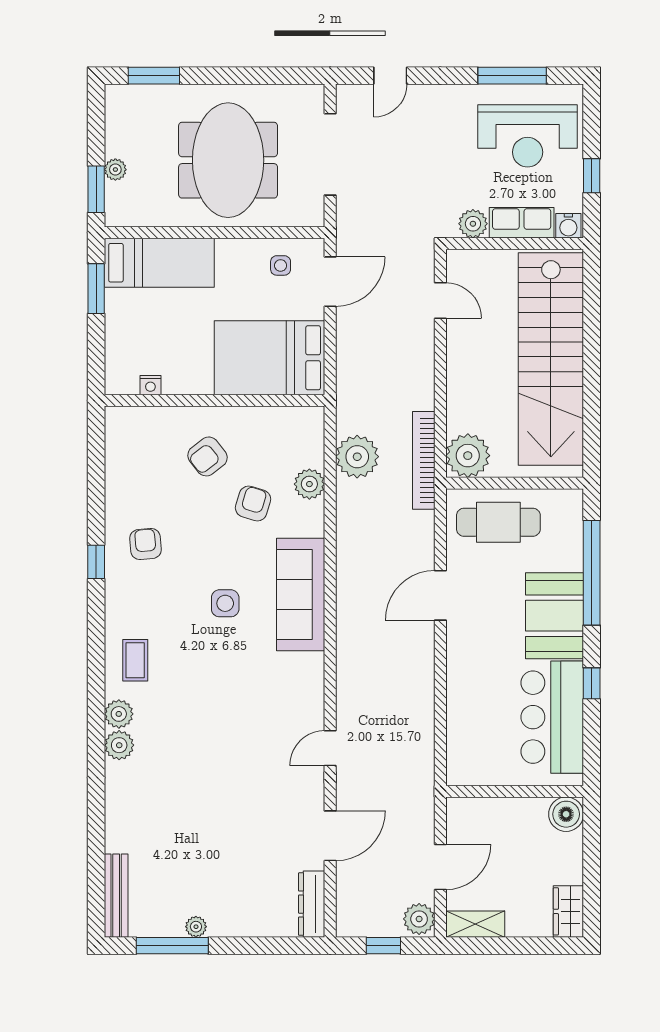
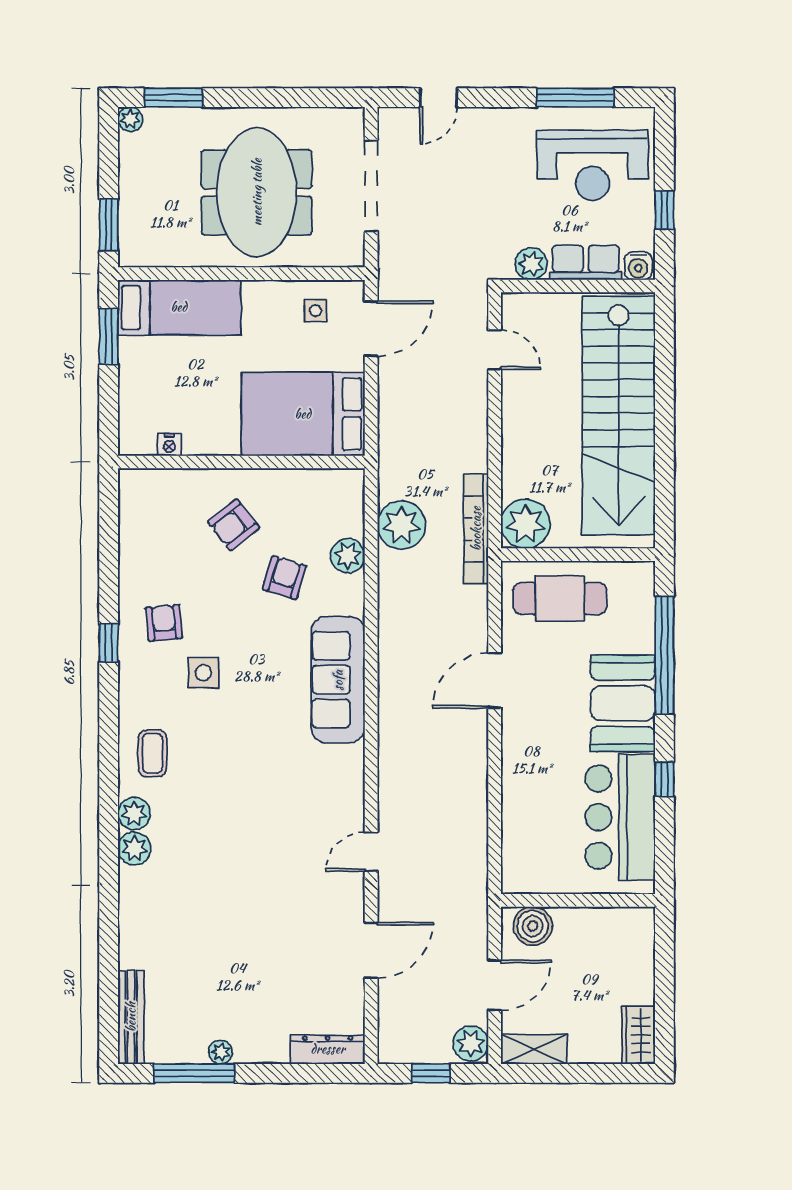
plant: (115, 170) -> (130, 119), moved
side table: (225, 603) -> (203, 673), moved
boiler: (566, 814) -> (533, 926), moved
dresser: (312, 904) -> (328, 1049), moved, turned 90

